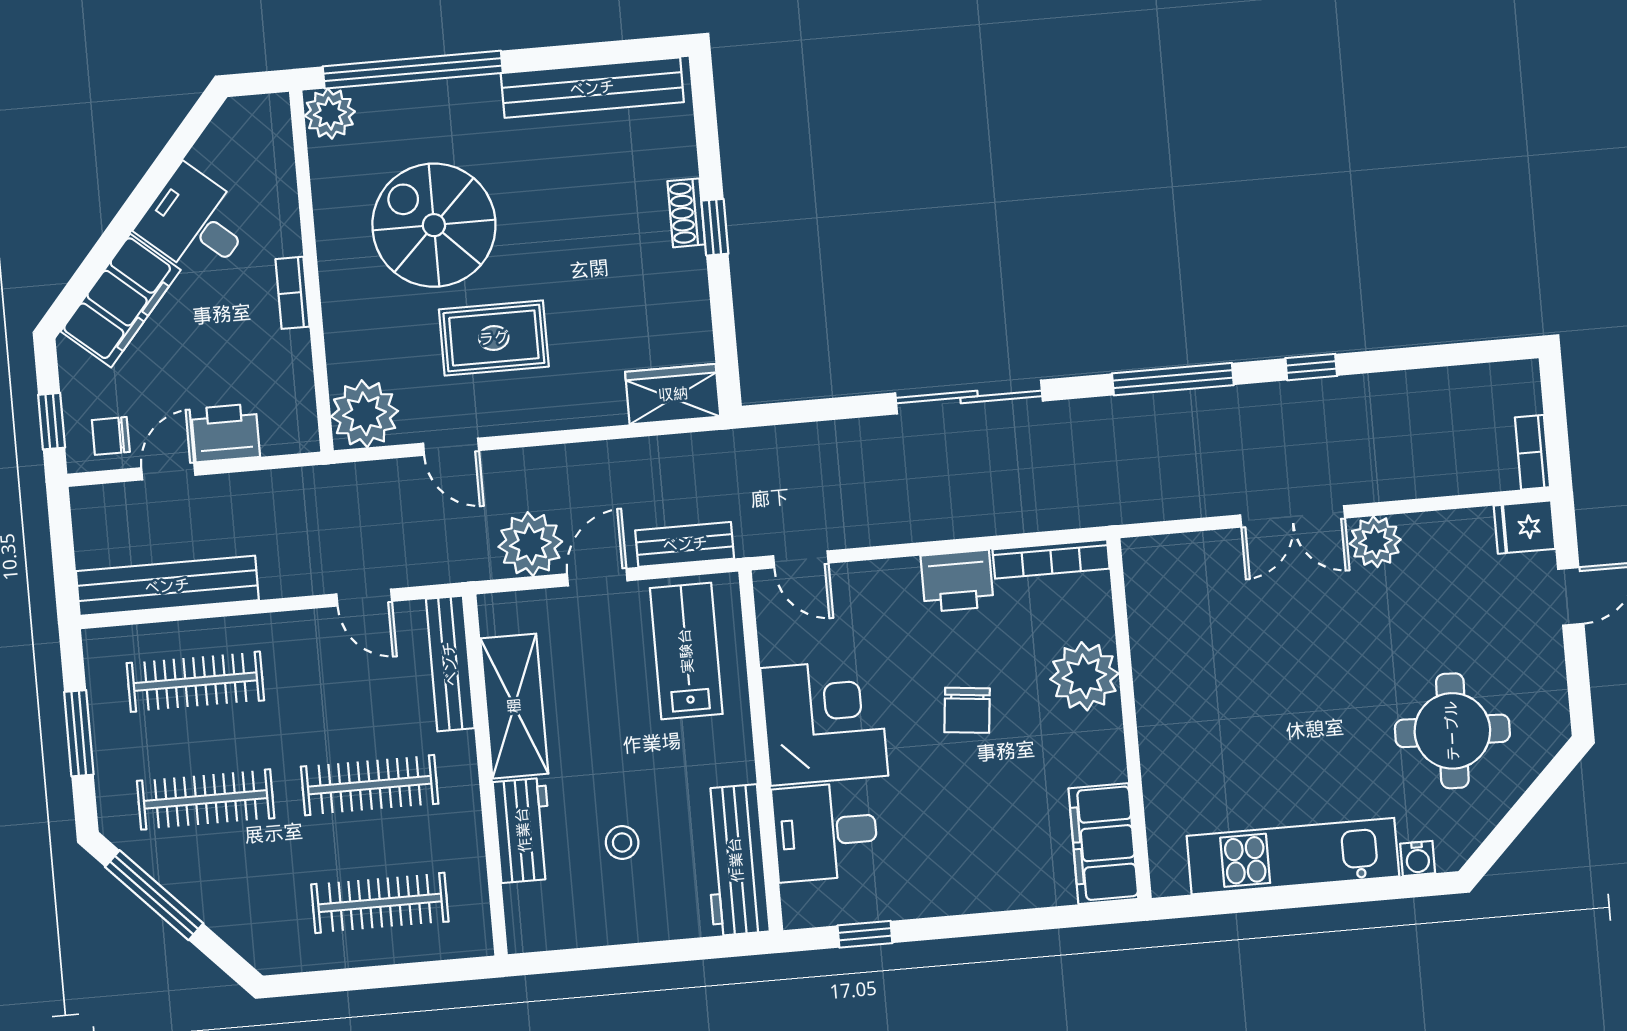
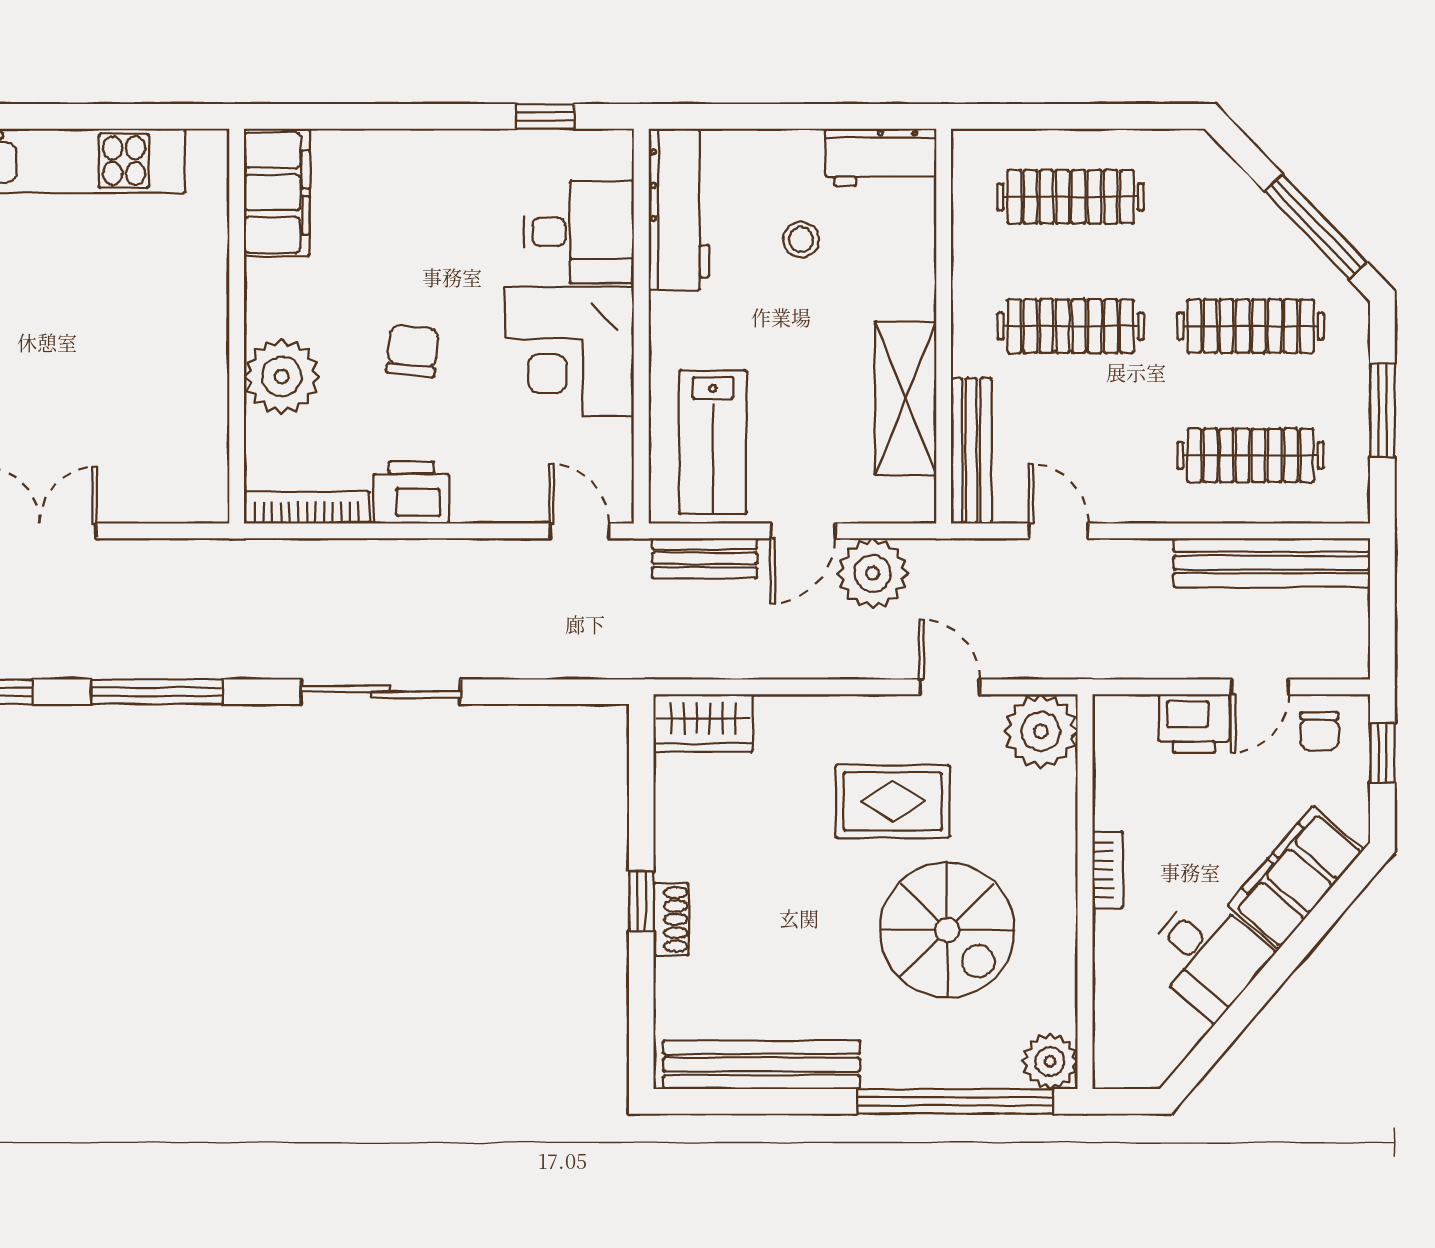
chair: (111, 436) -> (1319, 731), turned 90
workbench: (523, 830) -> (881, 157), moved, turned -90

